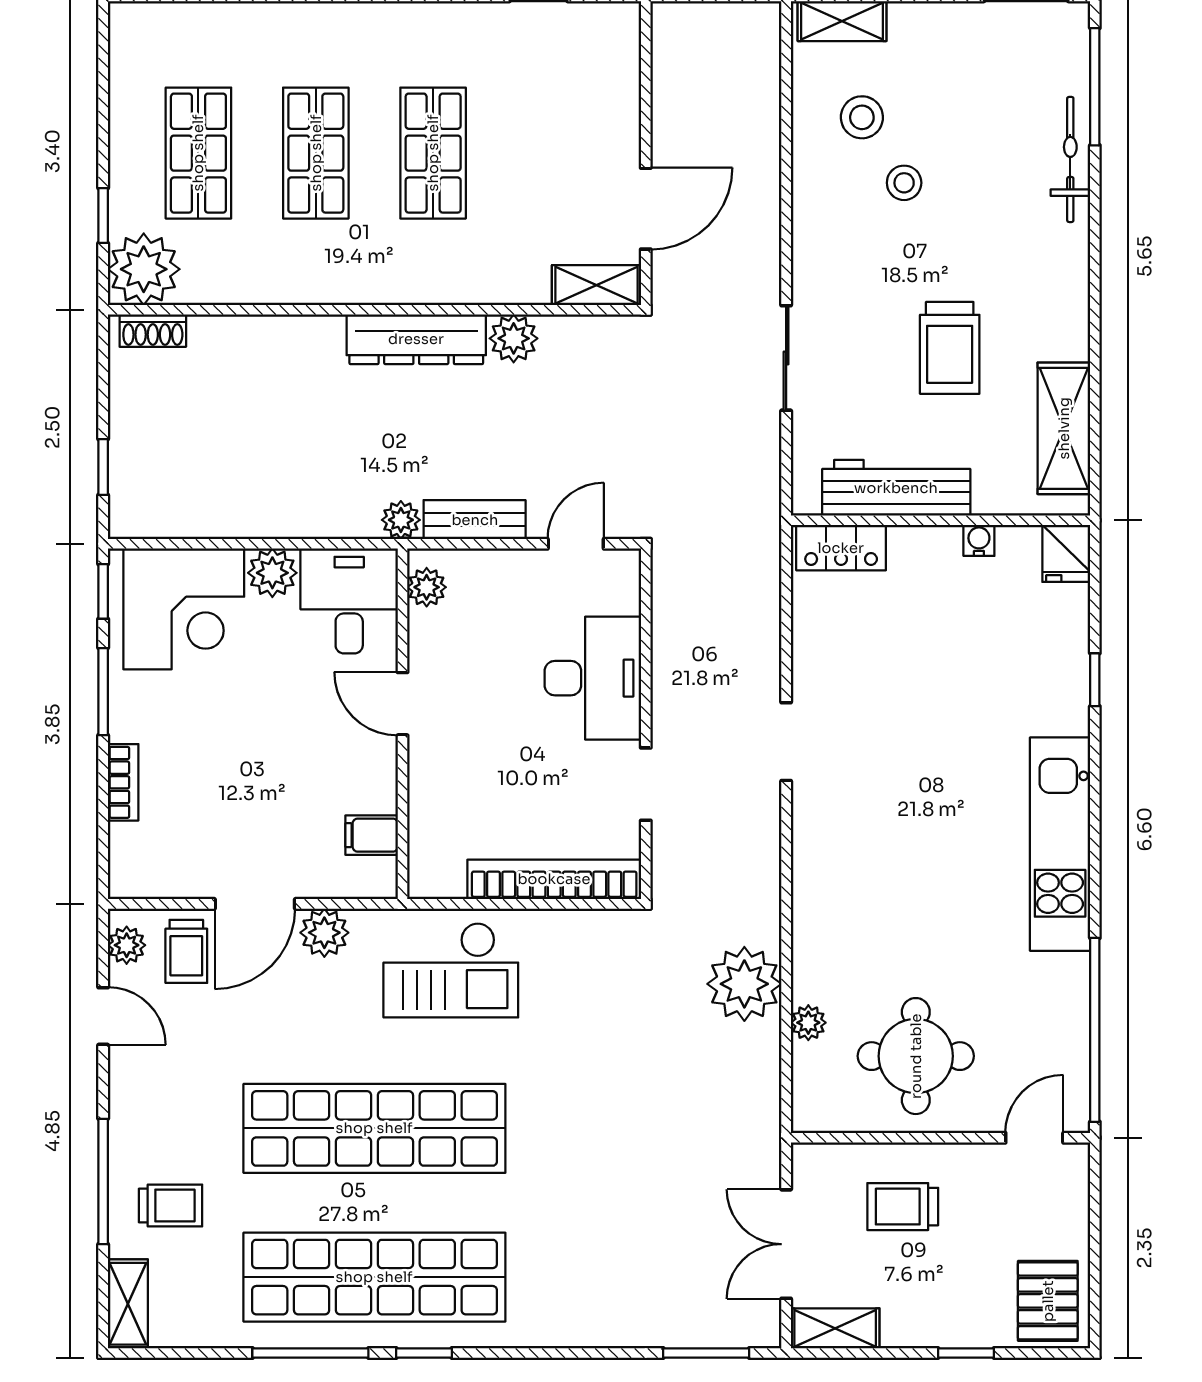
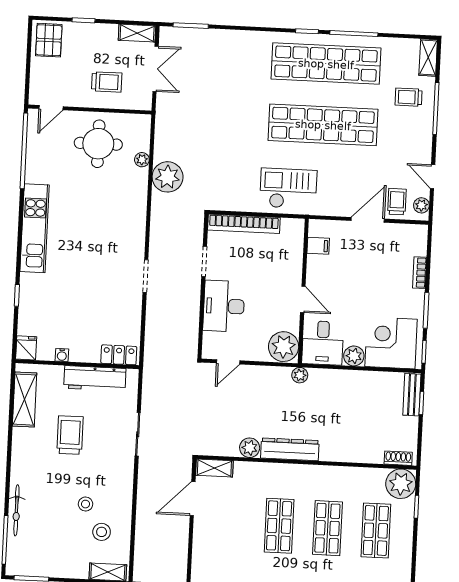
bench: (475, 520) -> (412, 395), moved, turned 90
plant: (427, 587) -> (284, 347), width x1.87, depth x1.87
plant: (324, 933) -> (340, 207), removed

